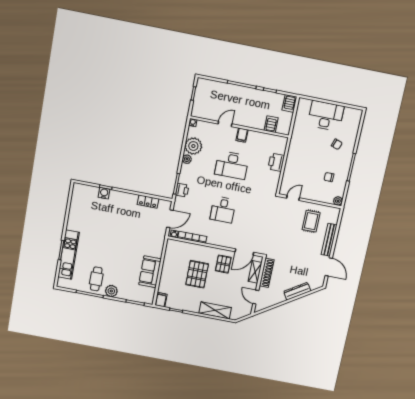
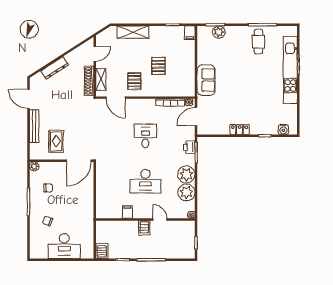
door: (225, 124) -> (160, 219), swing flipped
server rack: (271, 124) -> (144, 228), moved
filing cabinet: (242, 135) -> (127, 212), moved
plant: (187, 159) -> (186, 174), width x1.87, depth x1.87
printer: (276, 162) -> (103, 192), removed
desk: (232, 165) -> (145, 181), turned 180
water cooler: (104, 193) -> (283, 129), moved
door: (293, 198) -> (79, 161), width x1.88
locker: (148, 202) -> (240, 130), moved
door: (244, 252) -> (116, 98), swing flipped
kitchen unit: (69, 255) -> (290, 70), width x1.36
sofa: (150, 272) -> (206, 80), moved
pallet: (197, 274) -> (158, 66), width x0.67, depth x0.71
plant: (111, 291) -> (219, 32), moved
door: (256, 297) -> (95, 54), hinge flipped

